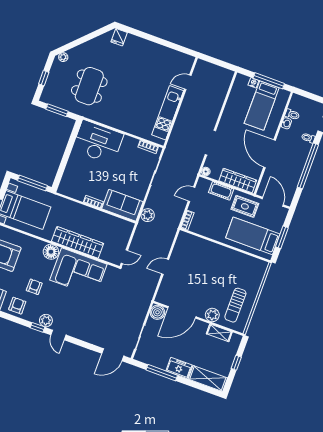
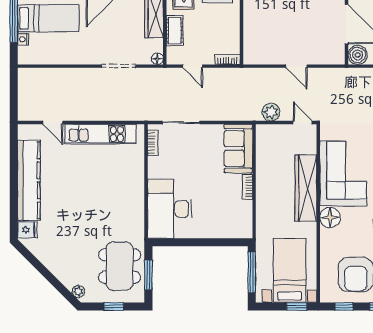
kitchen counter: (153, 51) -> (29, 180), added
dining table: (89, 86) -> (120, 266), moved, turned 90
plant: (148, 215) -> (271, 112), moved

